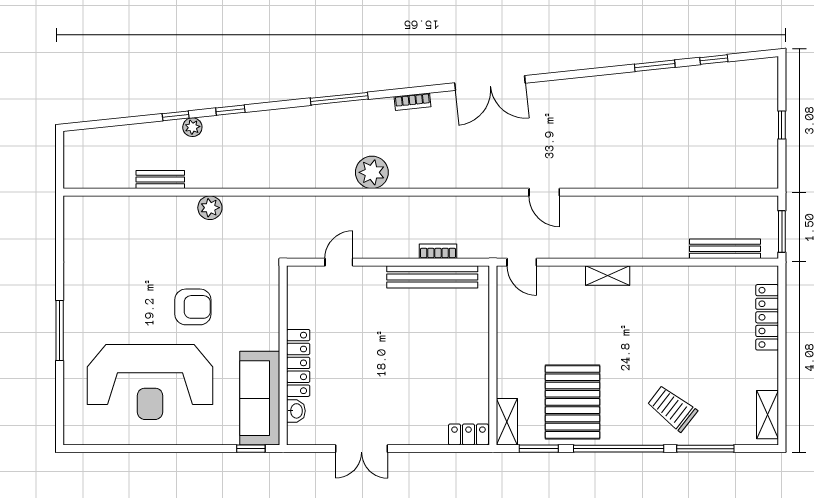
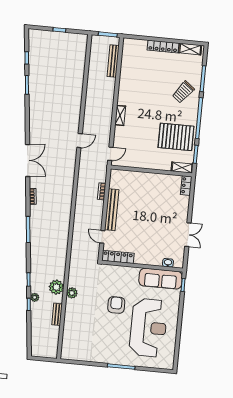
plant: (372, 172) -> (56, 287), moved
bench: (432, 277) -> (112, 210), moved
locker: (767, 317) -> (163, 47), moved
locker: (298, 363) -> (118, 257), moved

